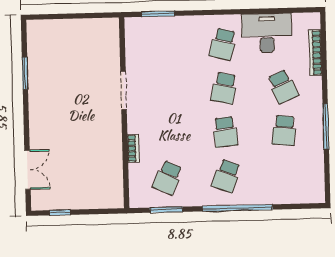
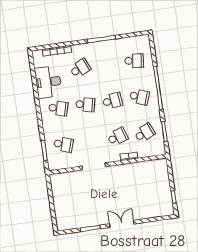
school desk: (164, 46) -> (63, 144), added
school desk: (284, 131) -> (134, 61), moved
school desk: (167, 134) -> (117, 137), added
double door: (28, 170) -> (122, 224), moved
school desk: (168, 178) -> (144, 133), turned -48

